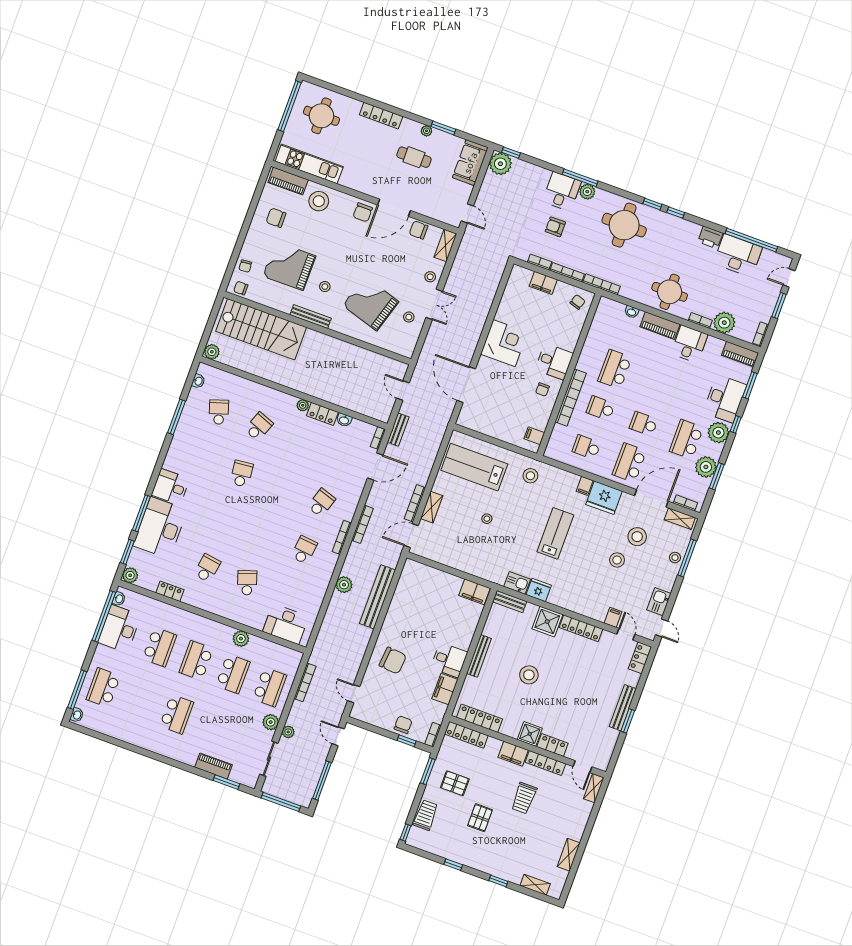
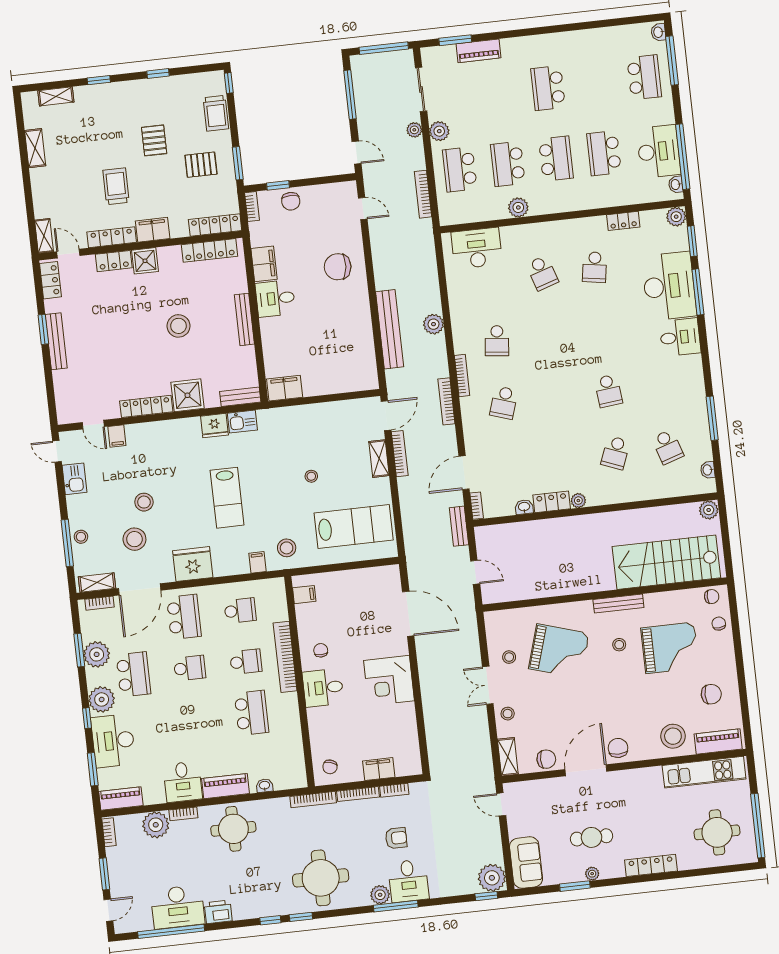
filing cabinet: (585, 486) -> (257, 562), moved
locker: (640, 658) -> (50, 280), moved

